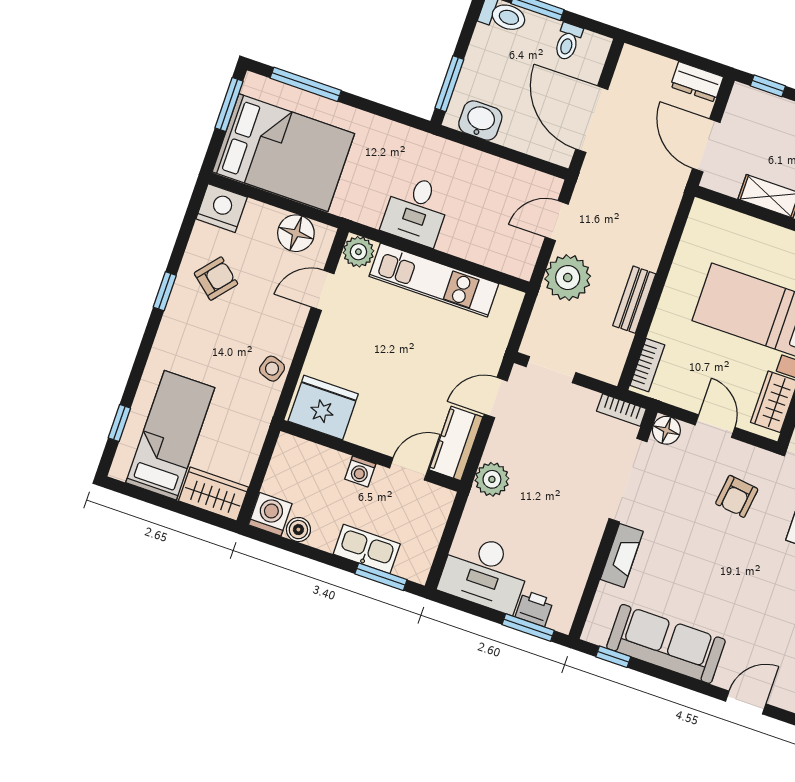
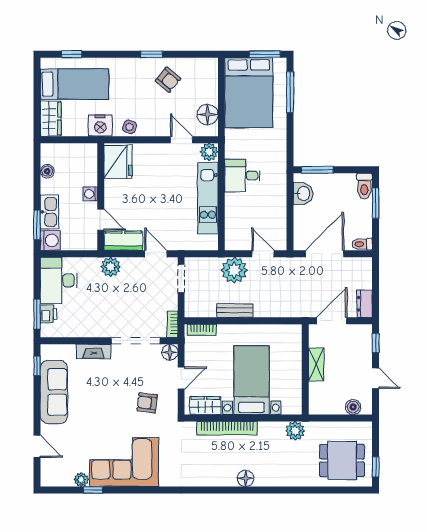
toilet: (568, 42) -> (362, 244), moved
nightstand: (222, 208) -> (100, 126), moved, turned 90
washing machine: (270, 514) -> (50, 240), moved

